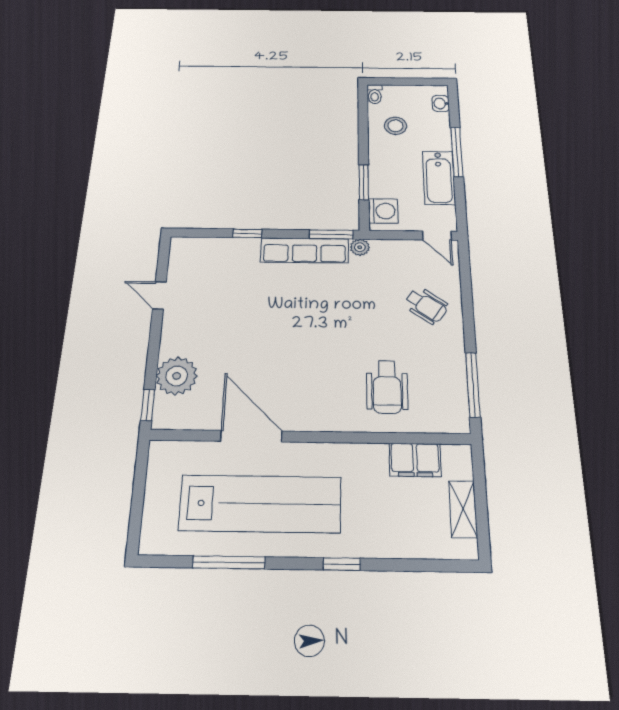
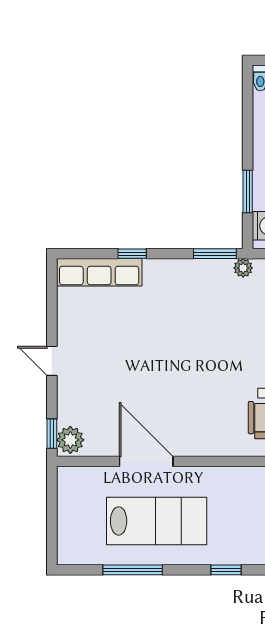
row of seats: (305, 250) -> (99, 272), moved
door: (159, 295) -> (52, 361), moved
plant: (177, 376) -> (70, 440), moved, width x0.73, depth x0.73
lab bench: (260, 504) -> (157, 521), width x0.73

